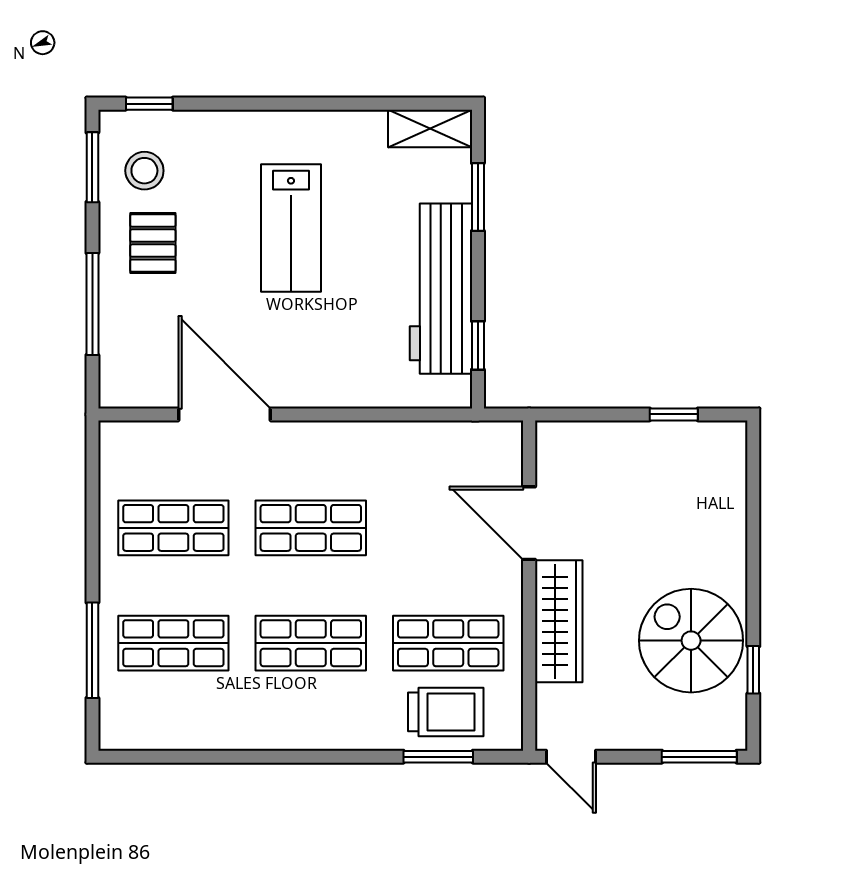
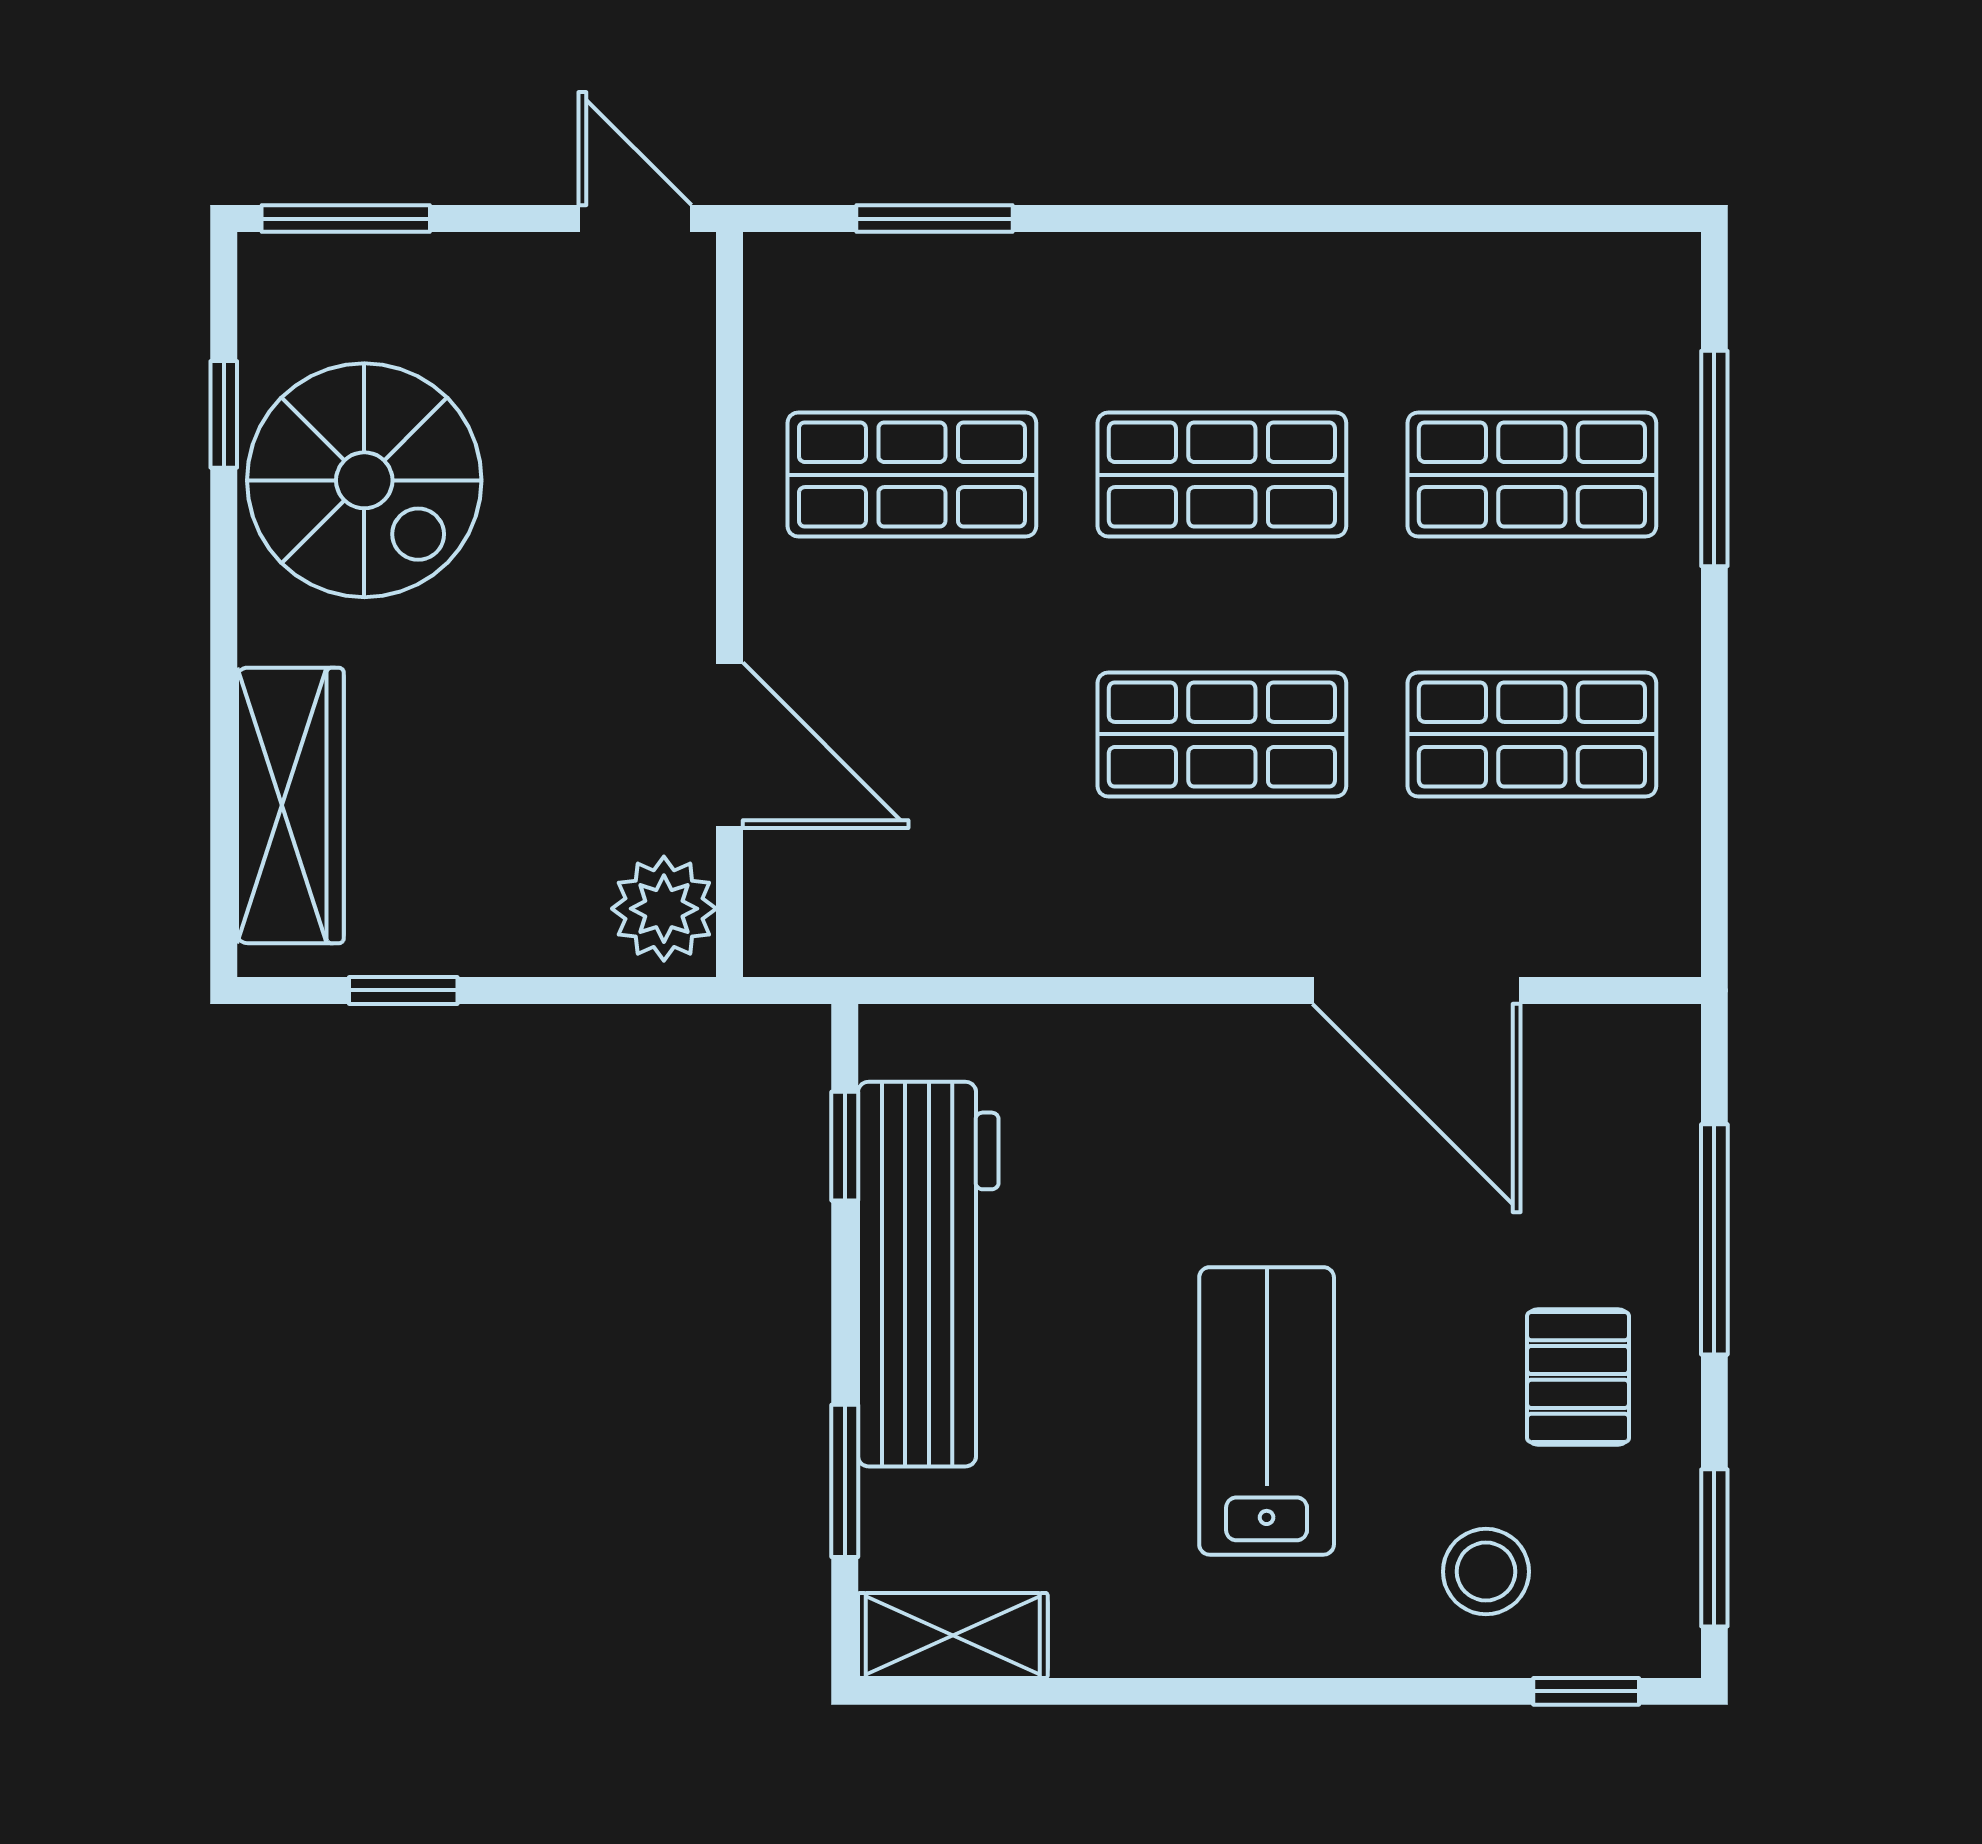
stool: (144, 171) -> (1486, 1572), moved
plant: (558, 451) -> (664, 909), added
wardrobe: (559, 621) -> (290, 805), moved, turned 180
trolley: (446, 712) -> (917, 319), removed

